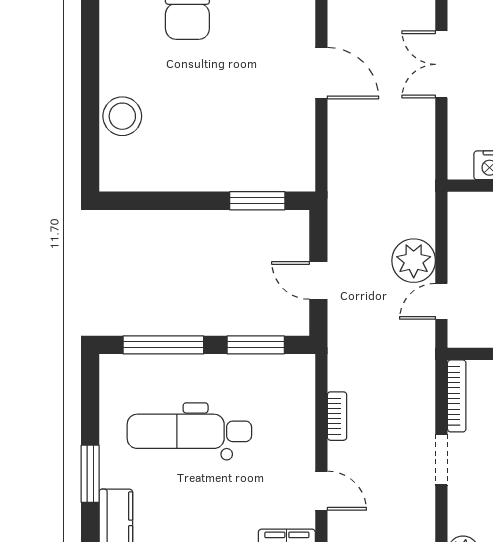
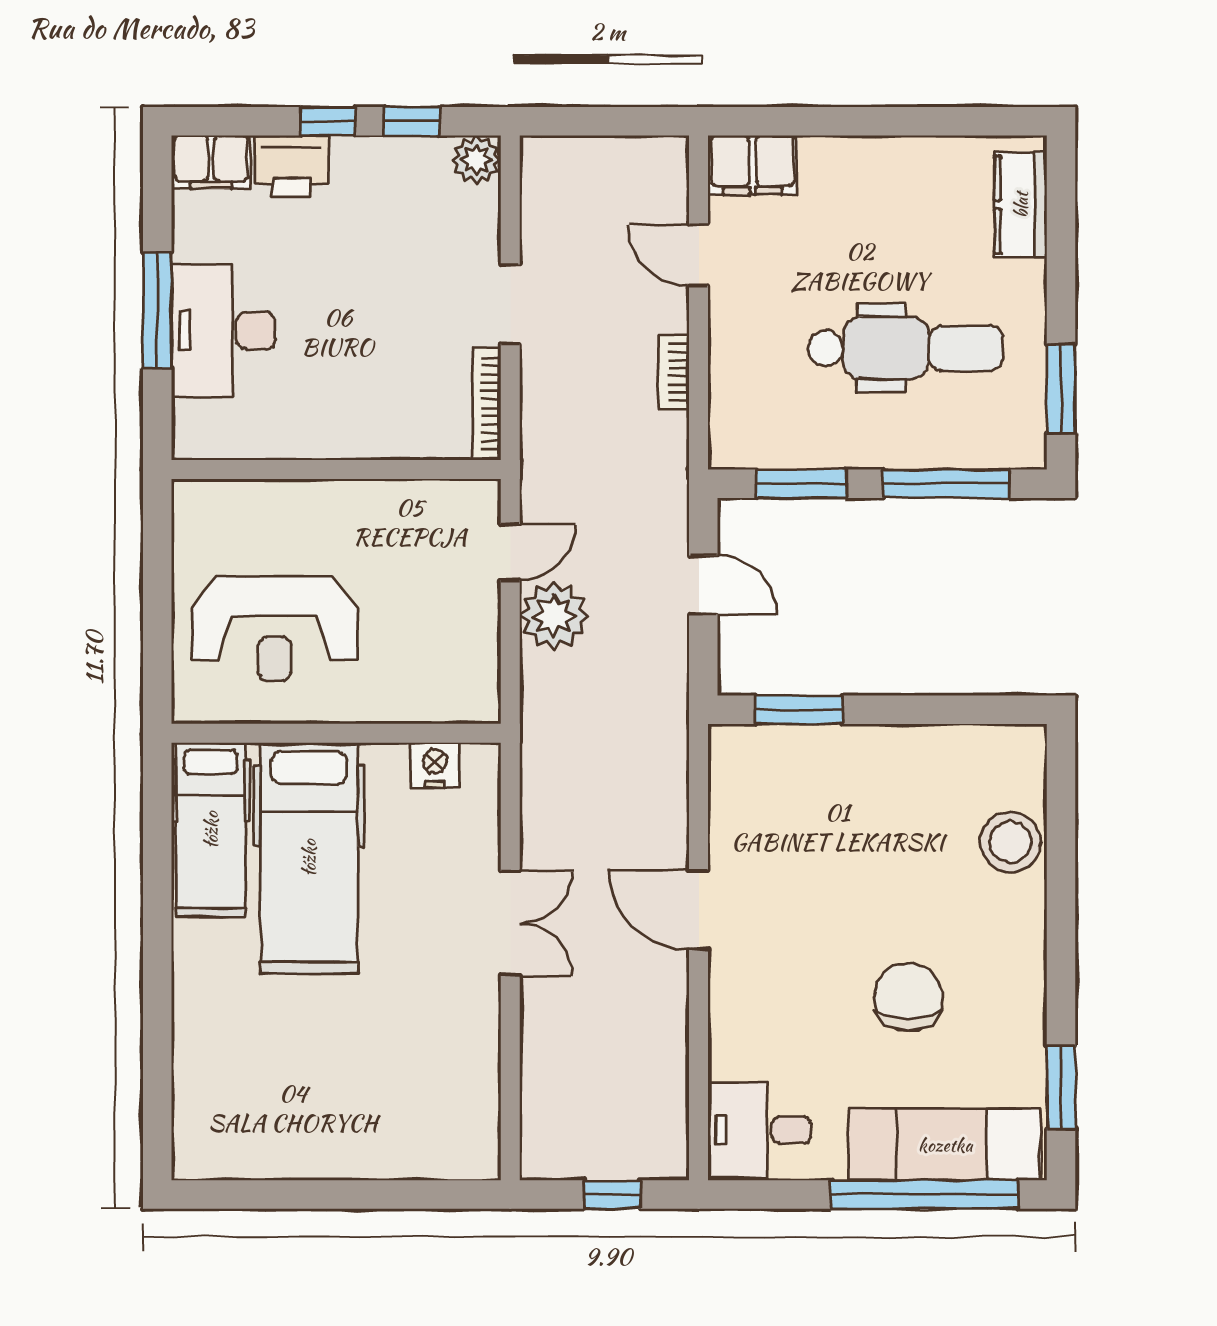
window: (90, 474) -> (1061, 389), moved

